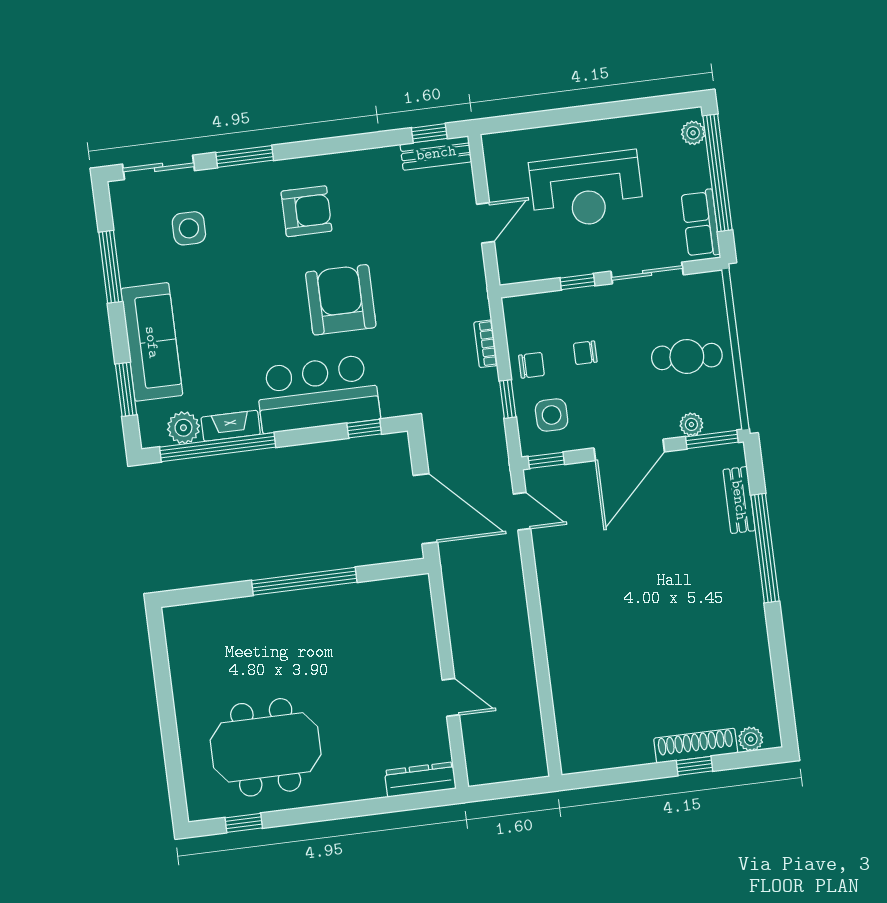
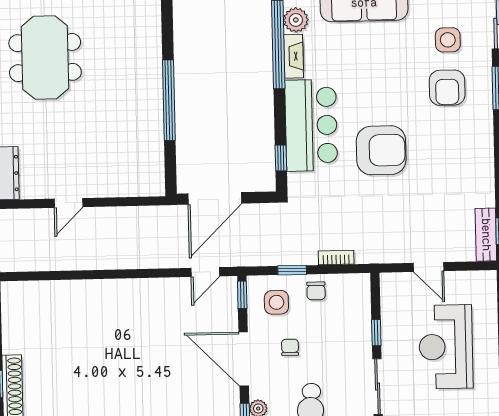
armchair: (306, 211) -> (447, 88), moved
chair: (585, 353) -> (290, 347), moved

